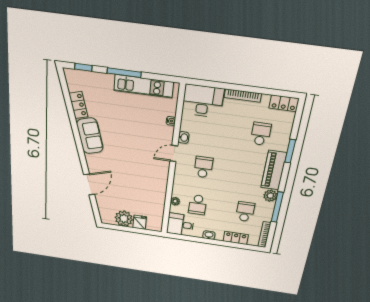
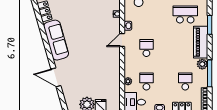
school desk: (261, 134) -> (185, 14), width x1.85
sofa: (90, 136) -> (56, 40), width x1.36
door: (89, 184) -> (56, 77), swing flipped
school desk: (198, 205) -> (146, 81), turned 180

